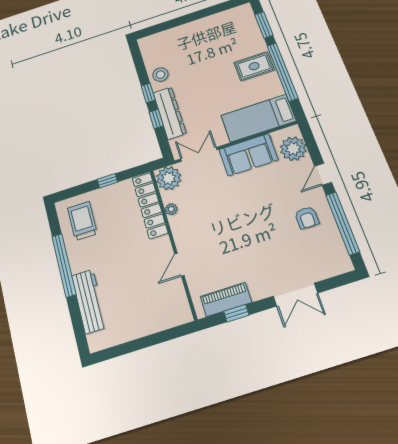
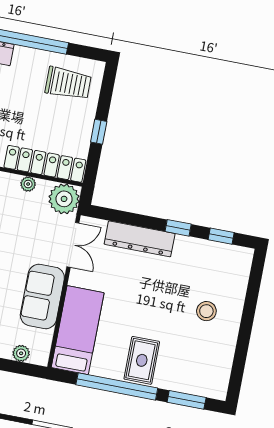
stool: (160, 75) -> (206, 311), moved
window: (156, 119) -> (221, 236), moved
plant: (293, 149) -> (21, 353), width x0.53, depth x0.53

